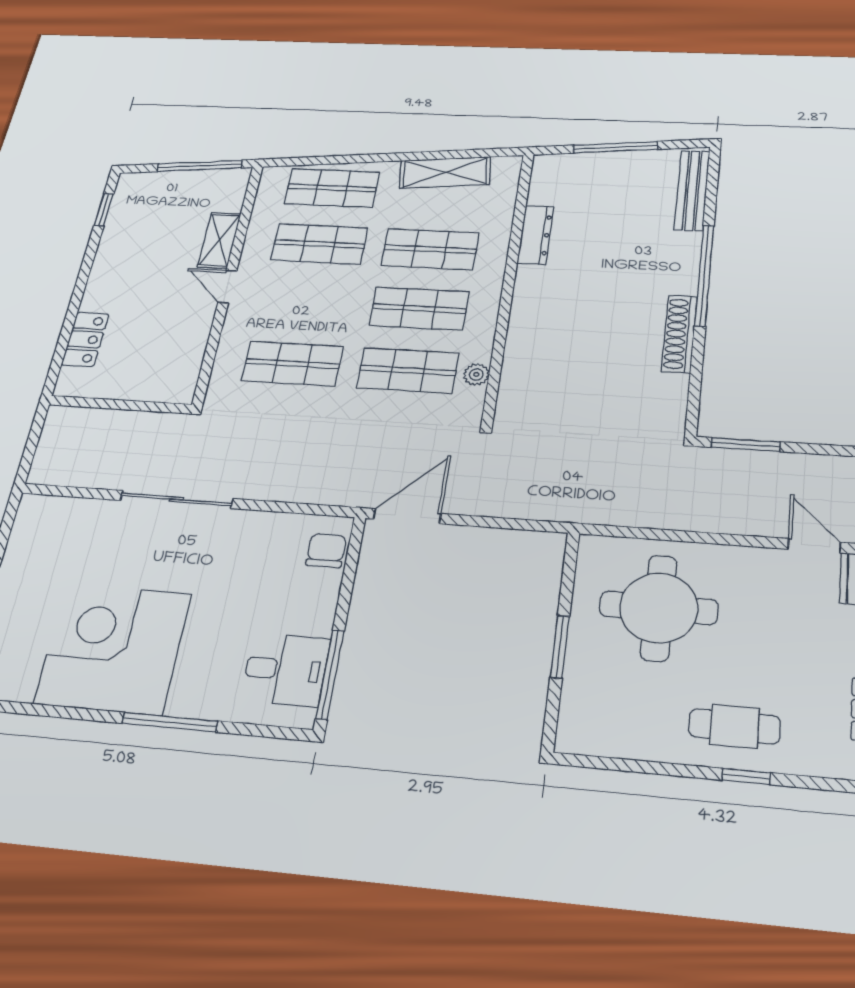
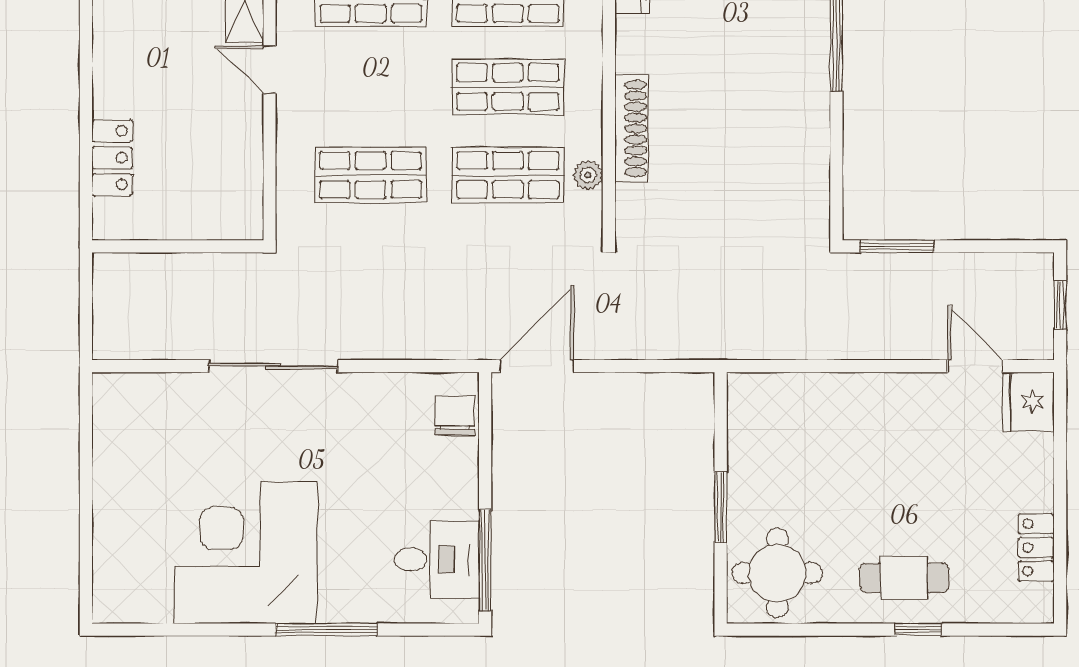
shoe rack: (679, 334) -> (631, 129), moved, turned 180
round table: (659, 608) -> (777, 573), moved, width x0.73, depth x0.73

